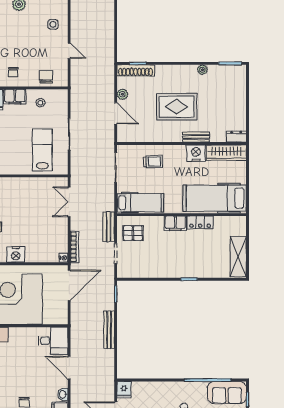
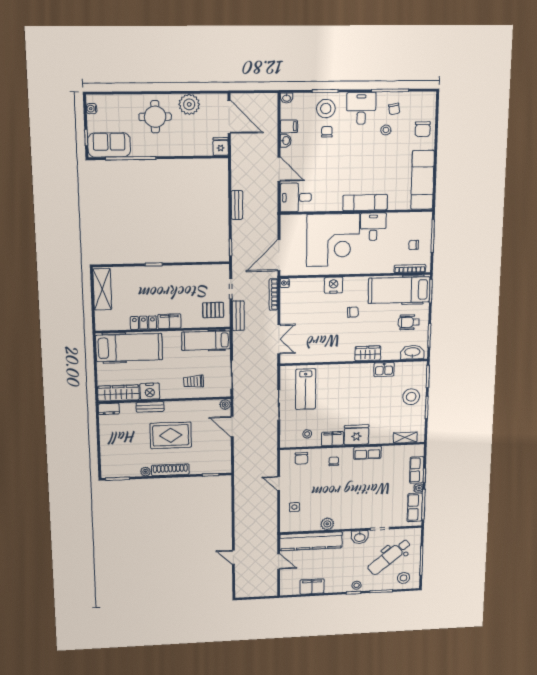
shoe rack: (136, 70) -> (170, 470), moved
plant: (122, 94) -> (225, 404), moved
bench: (109, 330) -> (237, 205), width x0.73

